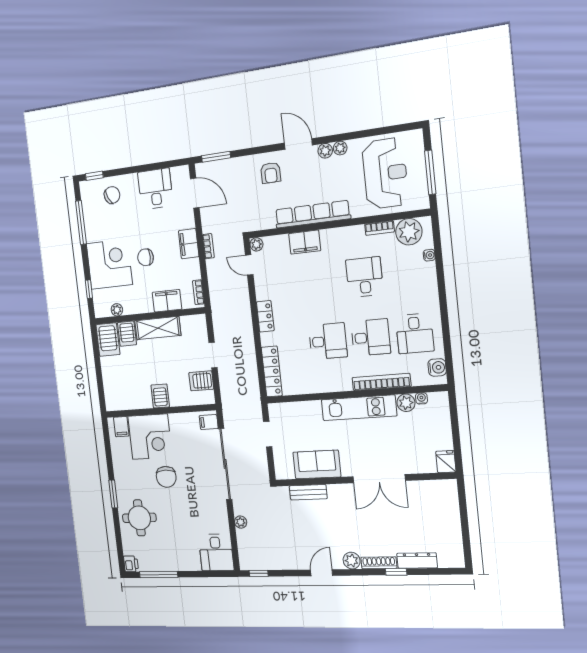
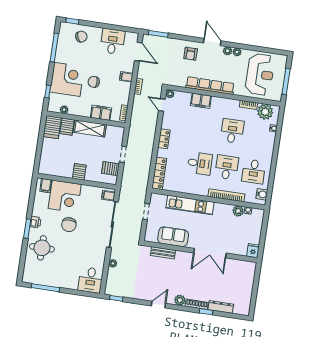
filing cabinet: (189, 244) -> (126, 77), width x0.50
desk: (371, 337) -> (227, 167), turned -90
kitchen unit: (359, 408) -> (190, 205), moved
printer: (131, 564) -> (35, 222), moved

